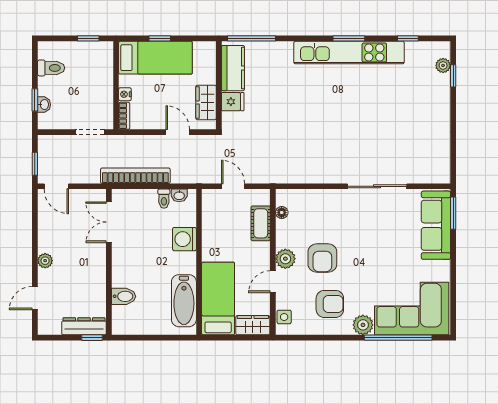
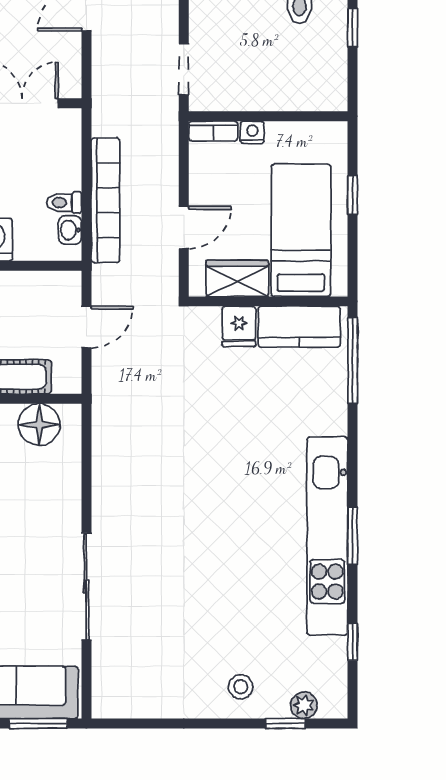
window: (88, 38) -> (353, 28), moved
bed: (155, 58) -> (301, 230), moved, turned 180
stool: (433, 101) -> (241, 687), added
bookcase: (135, 176) -> (105, 200), moved
floor lamp: (282, 213) -> (39, 425), width x1.89, depth x1.89

